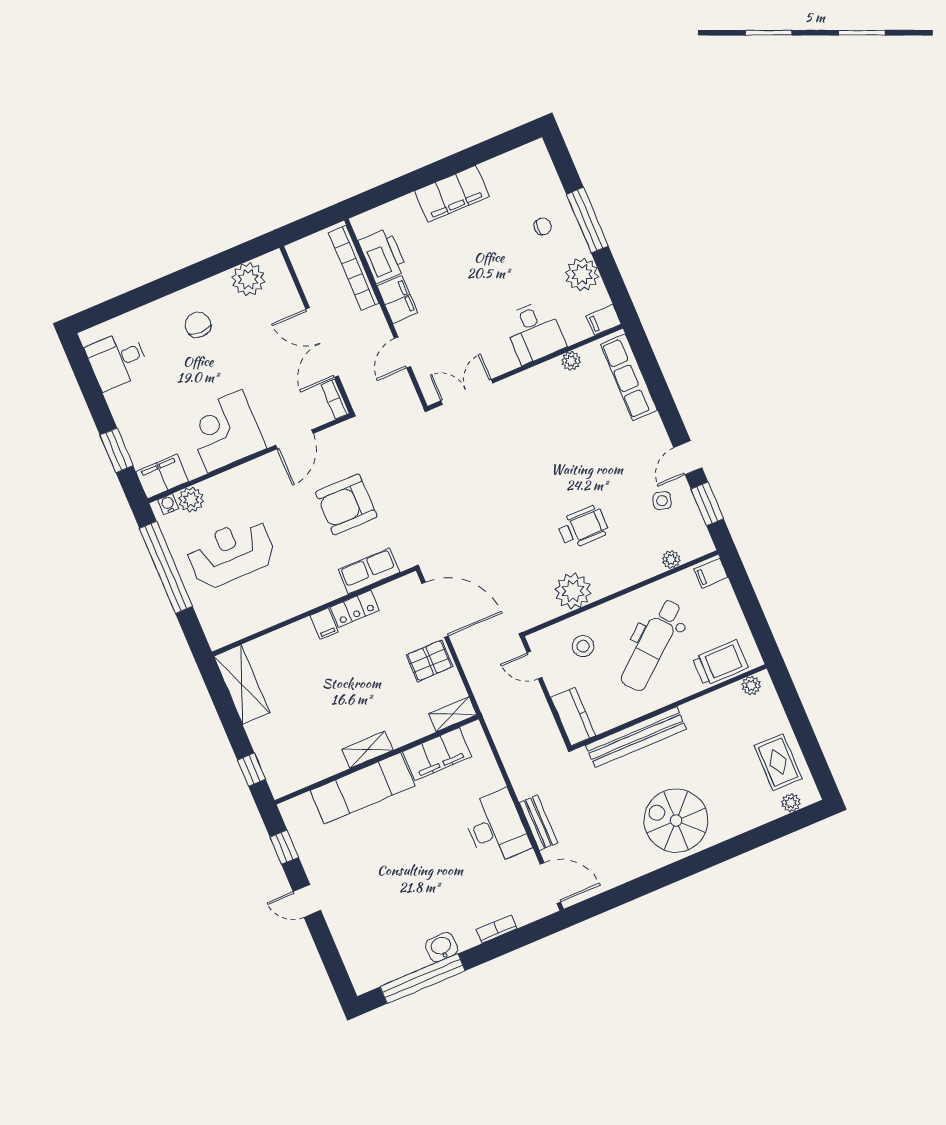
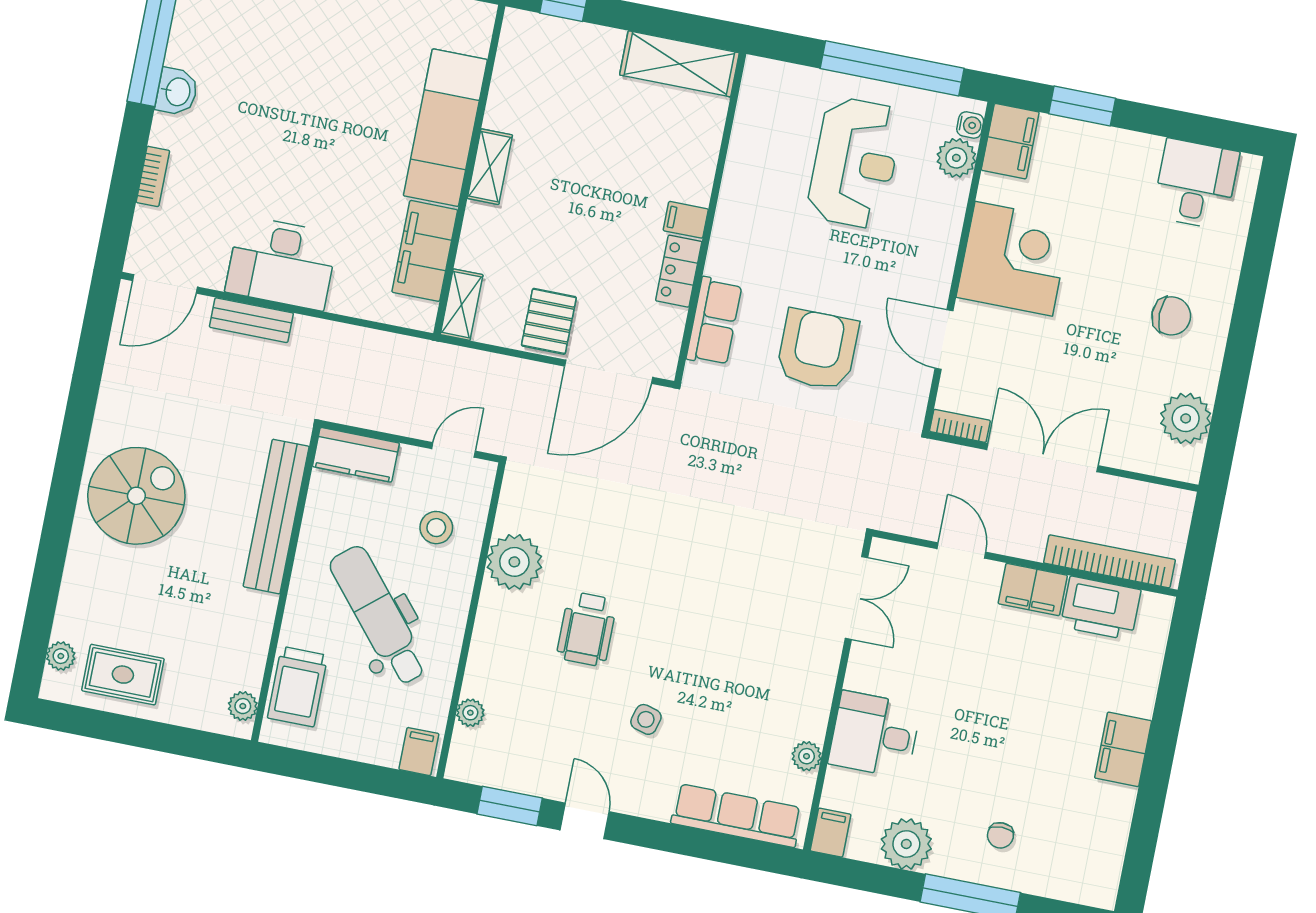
filing cabinet: (452, 194) -> (1123, 749), width x0.67, depth x0.86
side table: (662, 501) -> (646, 719), moved

